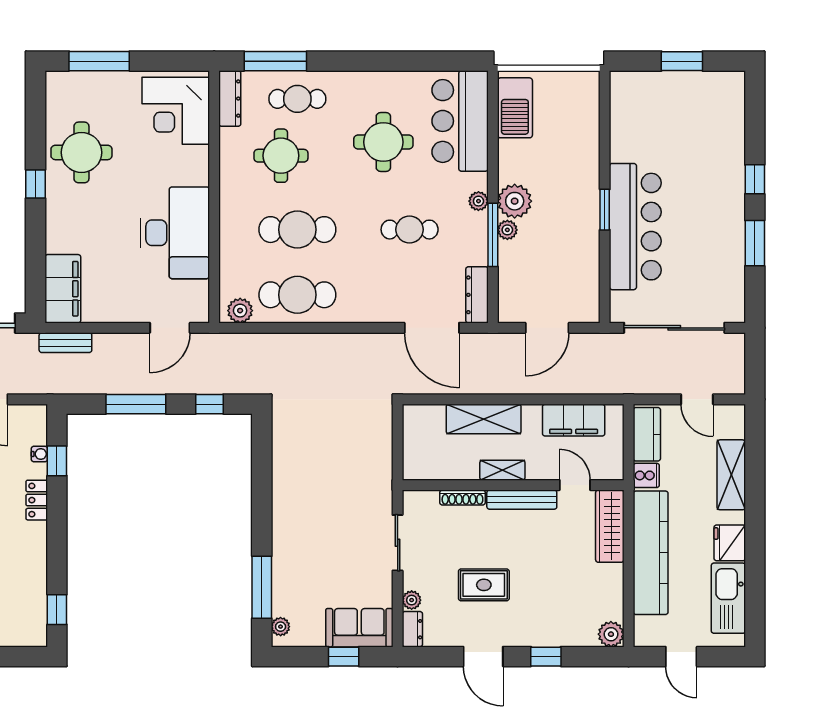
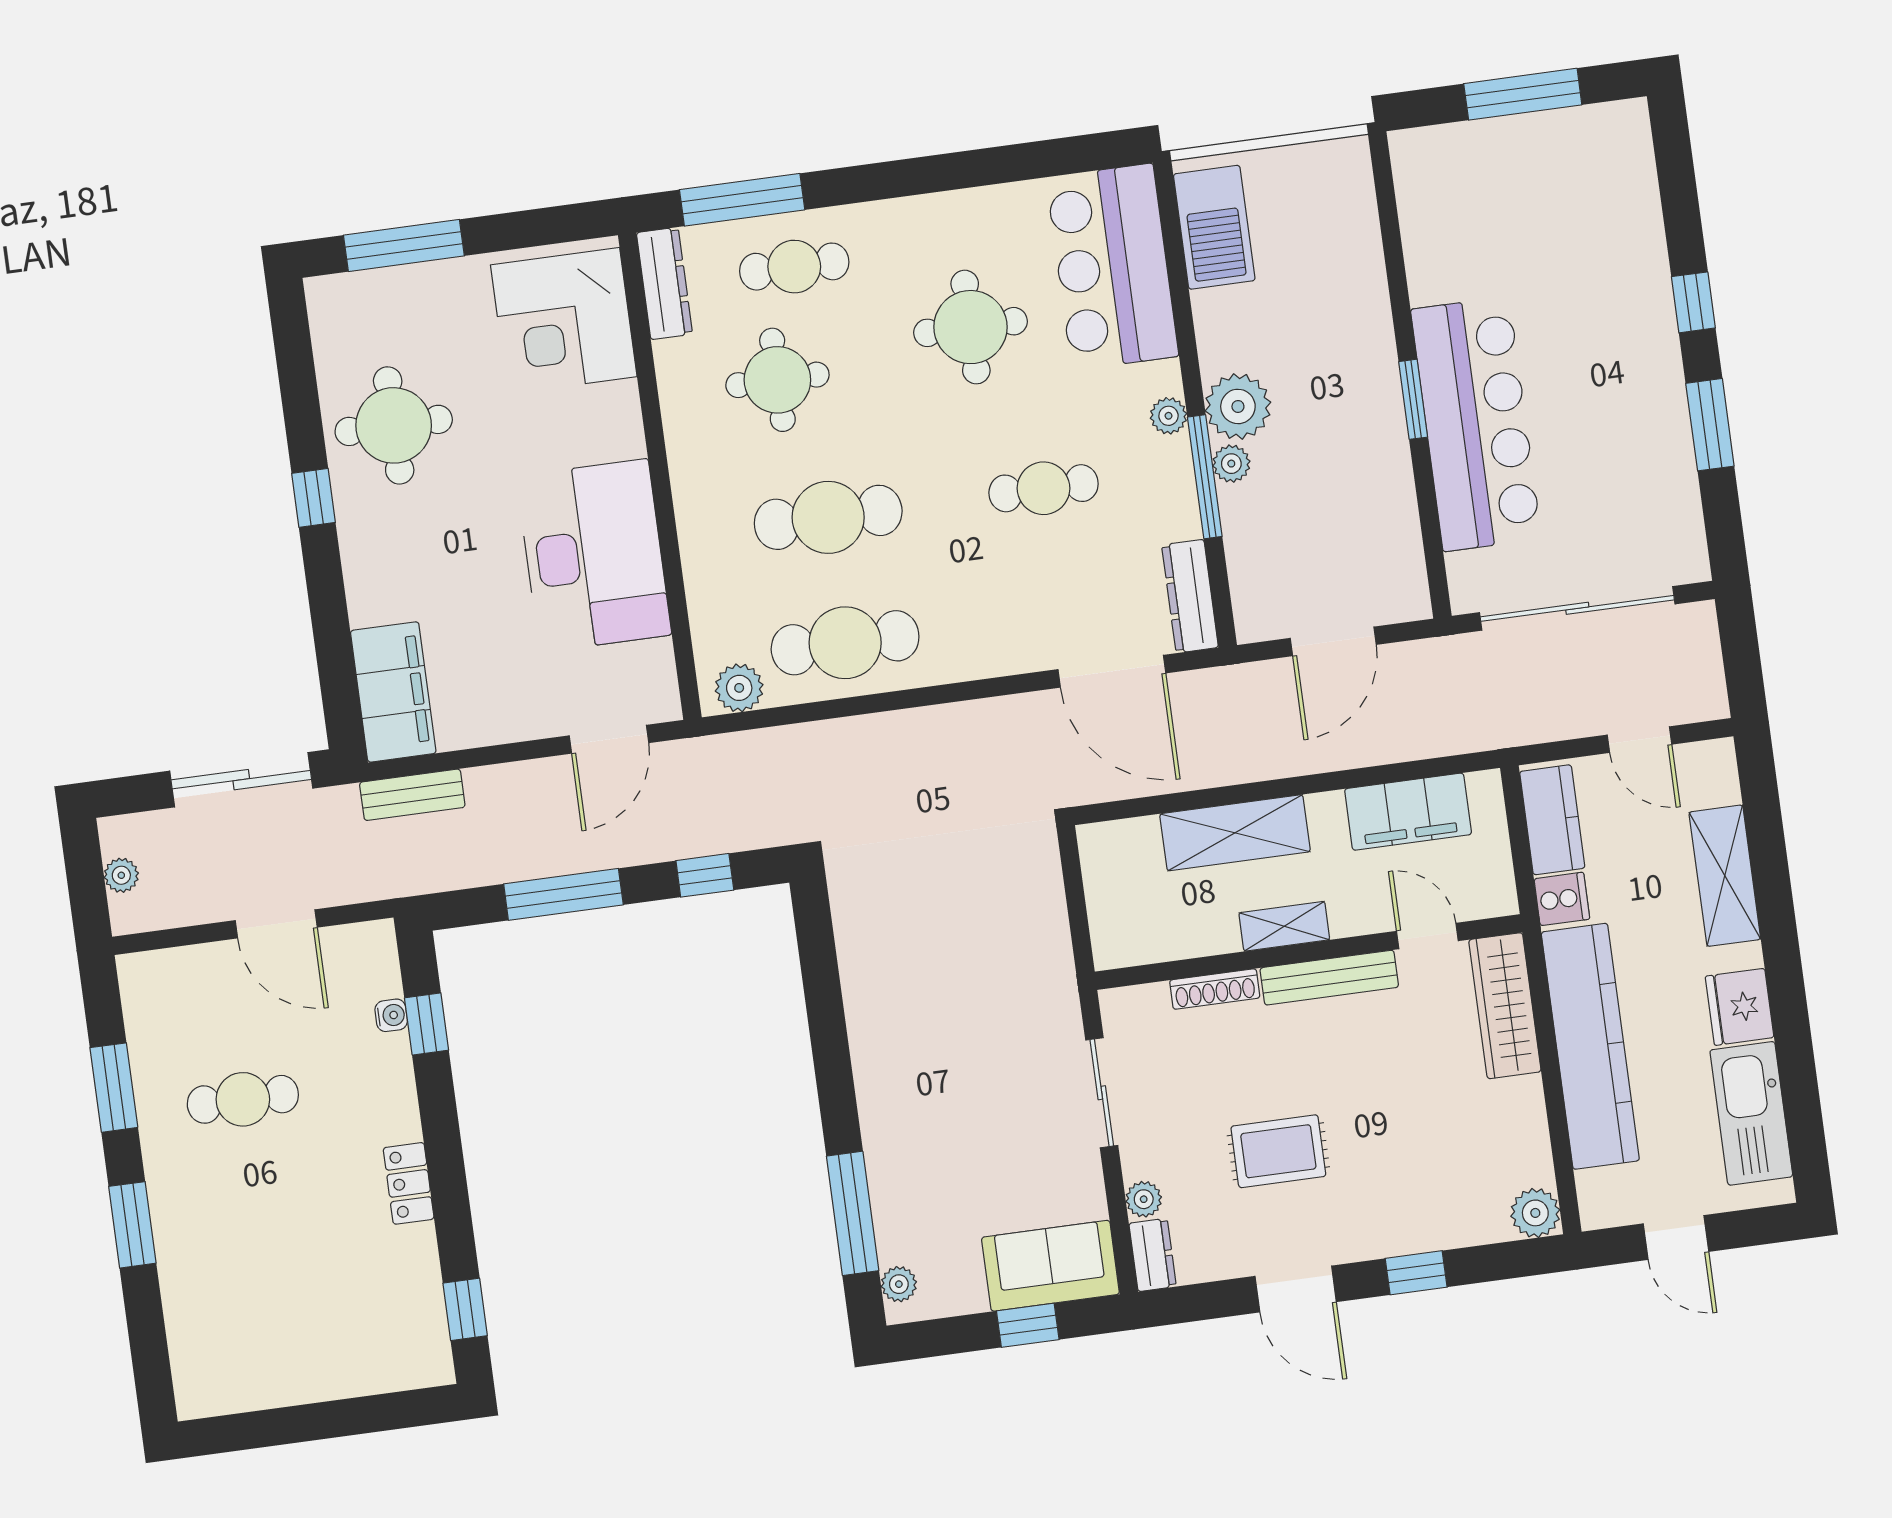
window: (682, 61) -> (1523, 94), width x1.44
locker: (37, 500) -> (409, 1183), moved

